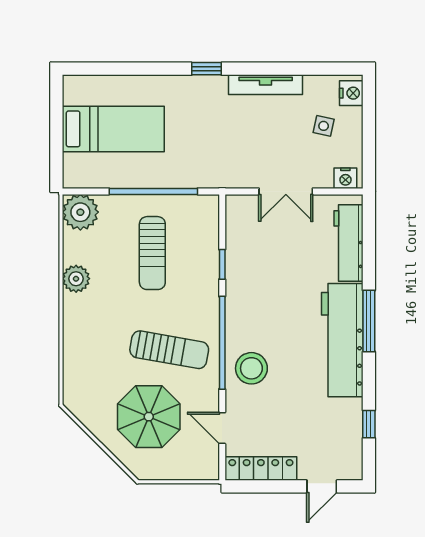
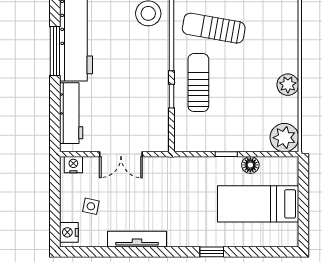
window: (207, 69) -> (212, 252), moved
floor lamp: (123, 178) -> (250, 165), added
window: (153, 191) -> (226, 154), width x0.32
double door: (286, 191) -> (121, 154), swing flipped
sun lounger: (152, 253) -> (198, 83), moved

